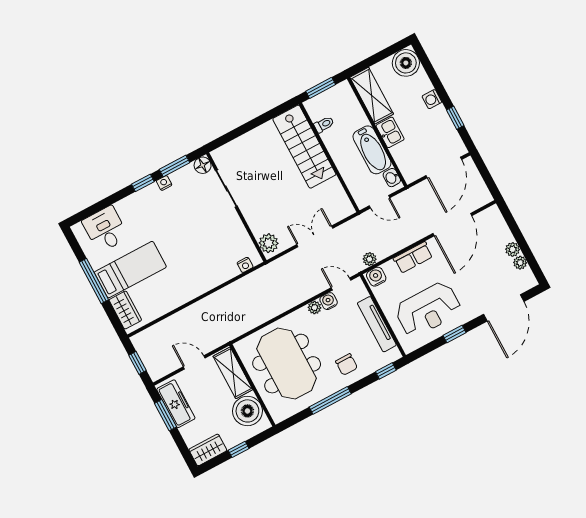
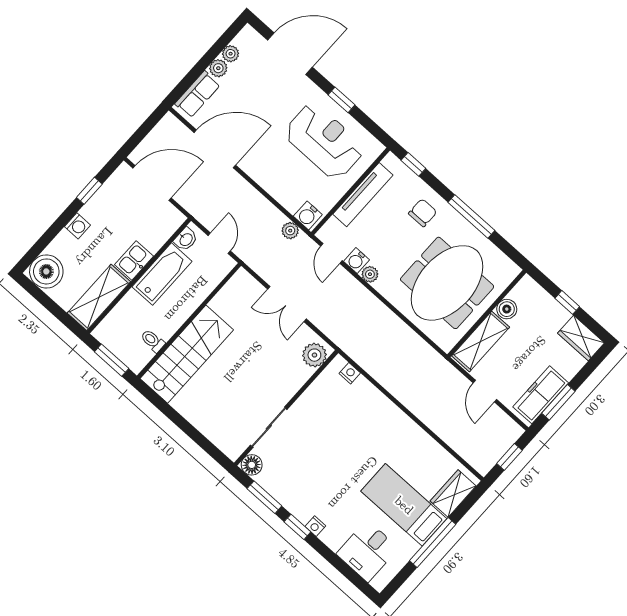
nightstand: (164, 183) -> (315, 526), moved
row of seats: (413, 257) -> (198, 94), moved, turned 90
boiler: (247, 411) -> (507, 309), width x0.54, depth x0.54

